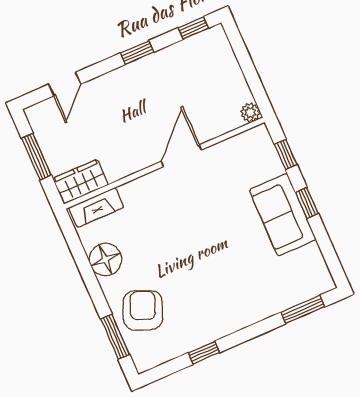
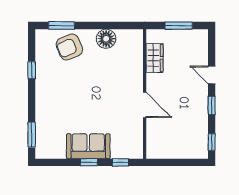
door: (65, 84) -> (212, 75), moved
plant: (250, 112) -> (152, 153), removed
wardrobe: (81, 182) -> (155, 58), moved
fireplace: (96, 207) -> (137, 46), removed
armchair: (143, 310) -> (69, 47), turned 135

